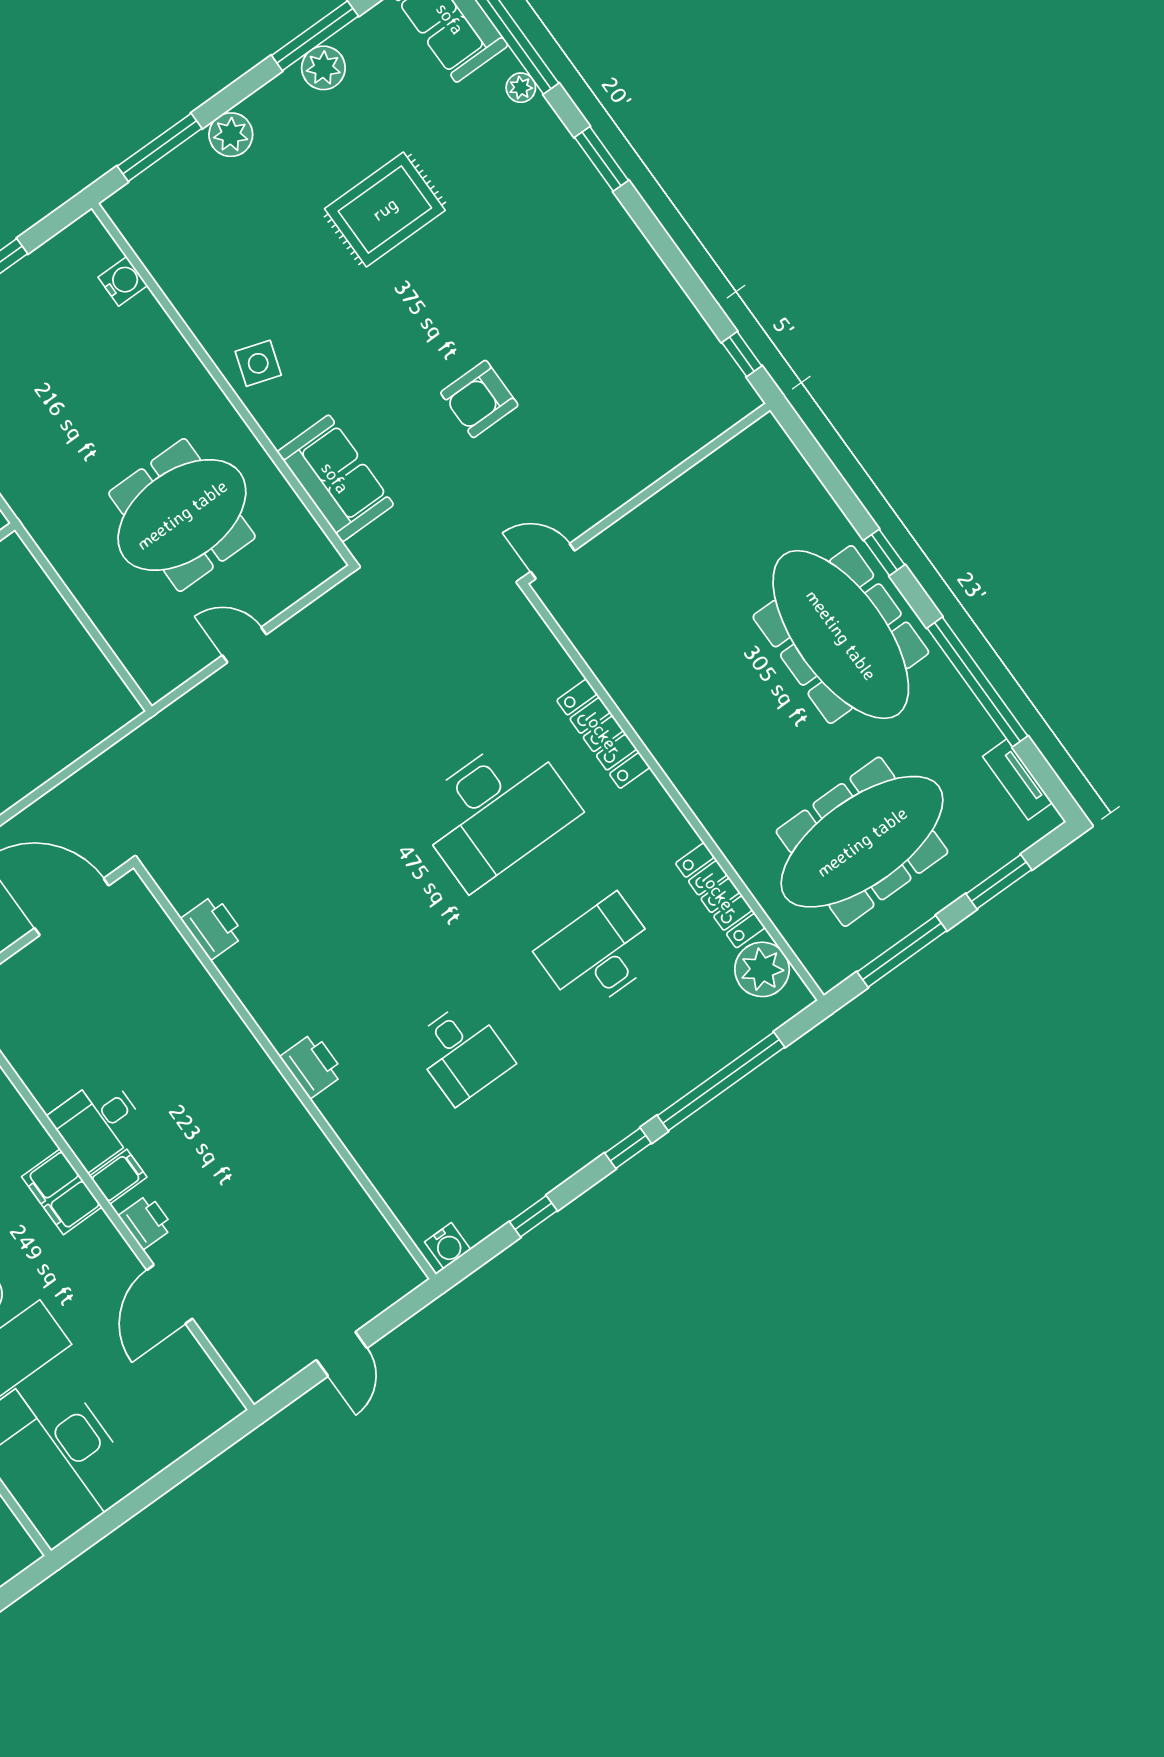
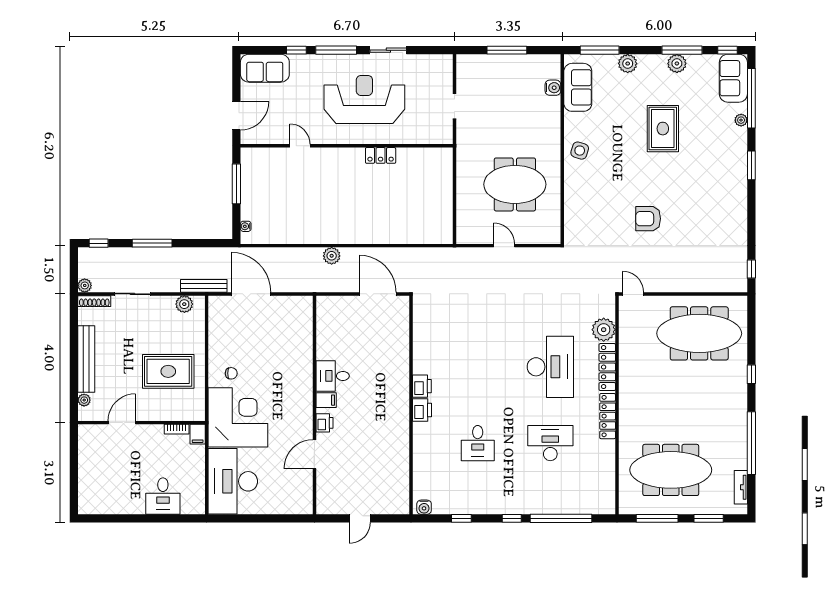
rug: (385, 209) -> (663, 129), turned 90
sofa: (335, 478) -> (578, 87), moved
meeting table: (841, 635) -> (699, 333), moved, turned 90
desk: (496, 810) -> (550, 367), turned -90
locker: (720, 895) -> (608, 416), moved
printer: (213, 927) -> (422, 386), moved
plant: (762, 969) -> (604, 330), moved
filing cabinet: (62, 1192) -> (303, 391), removed

